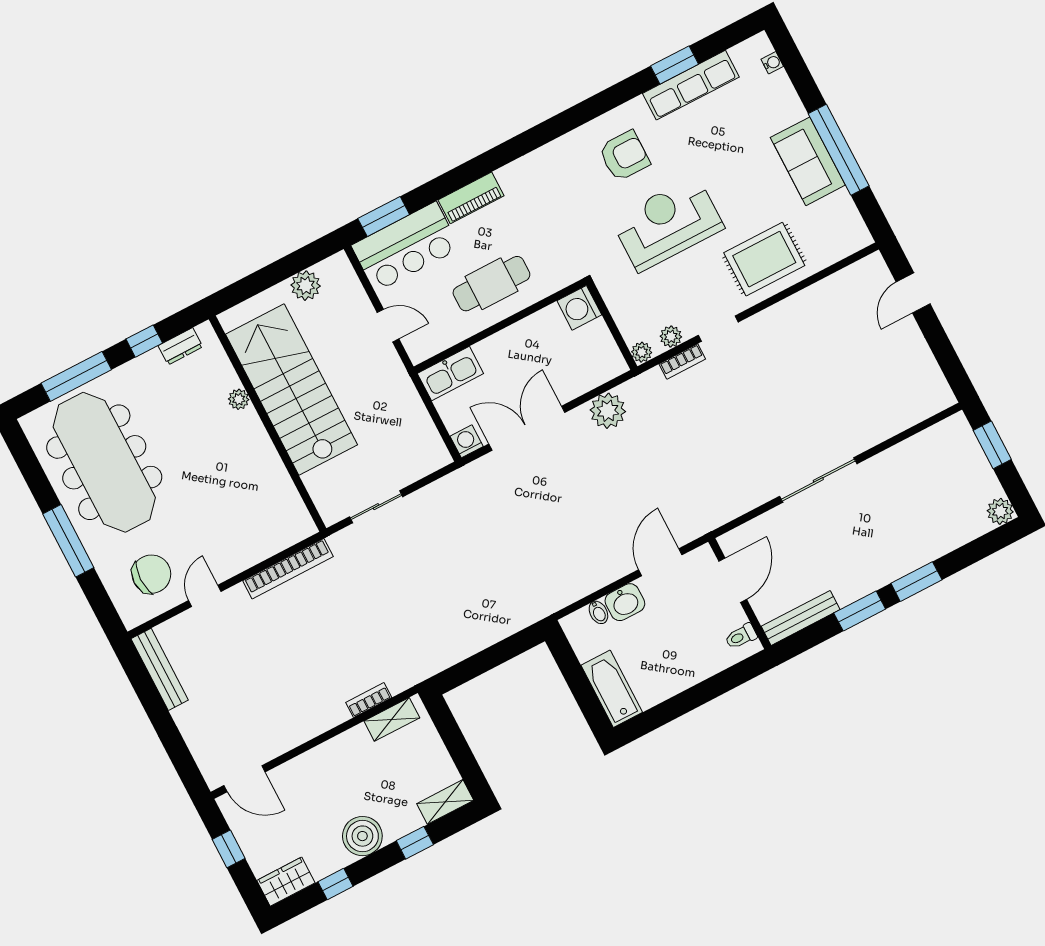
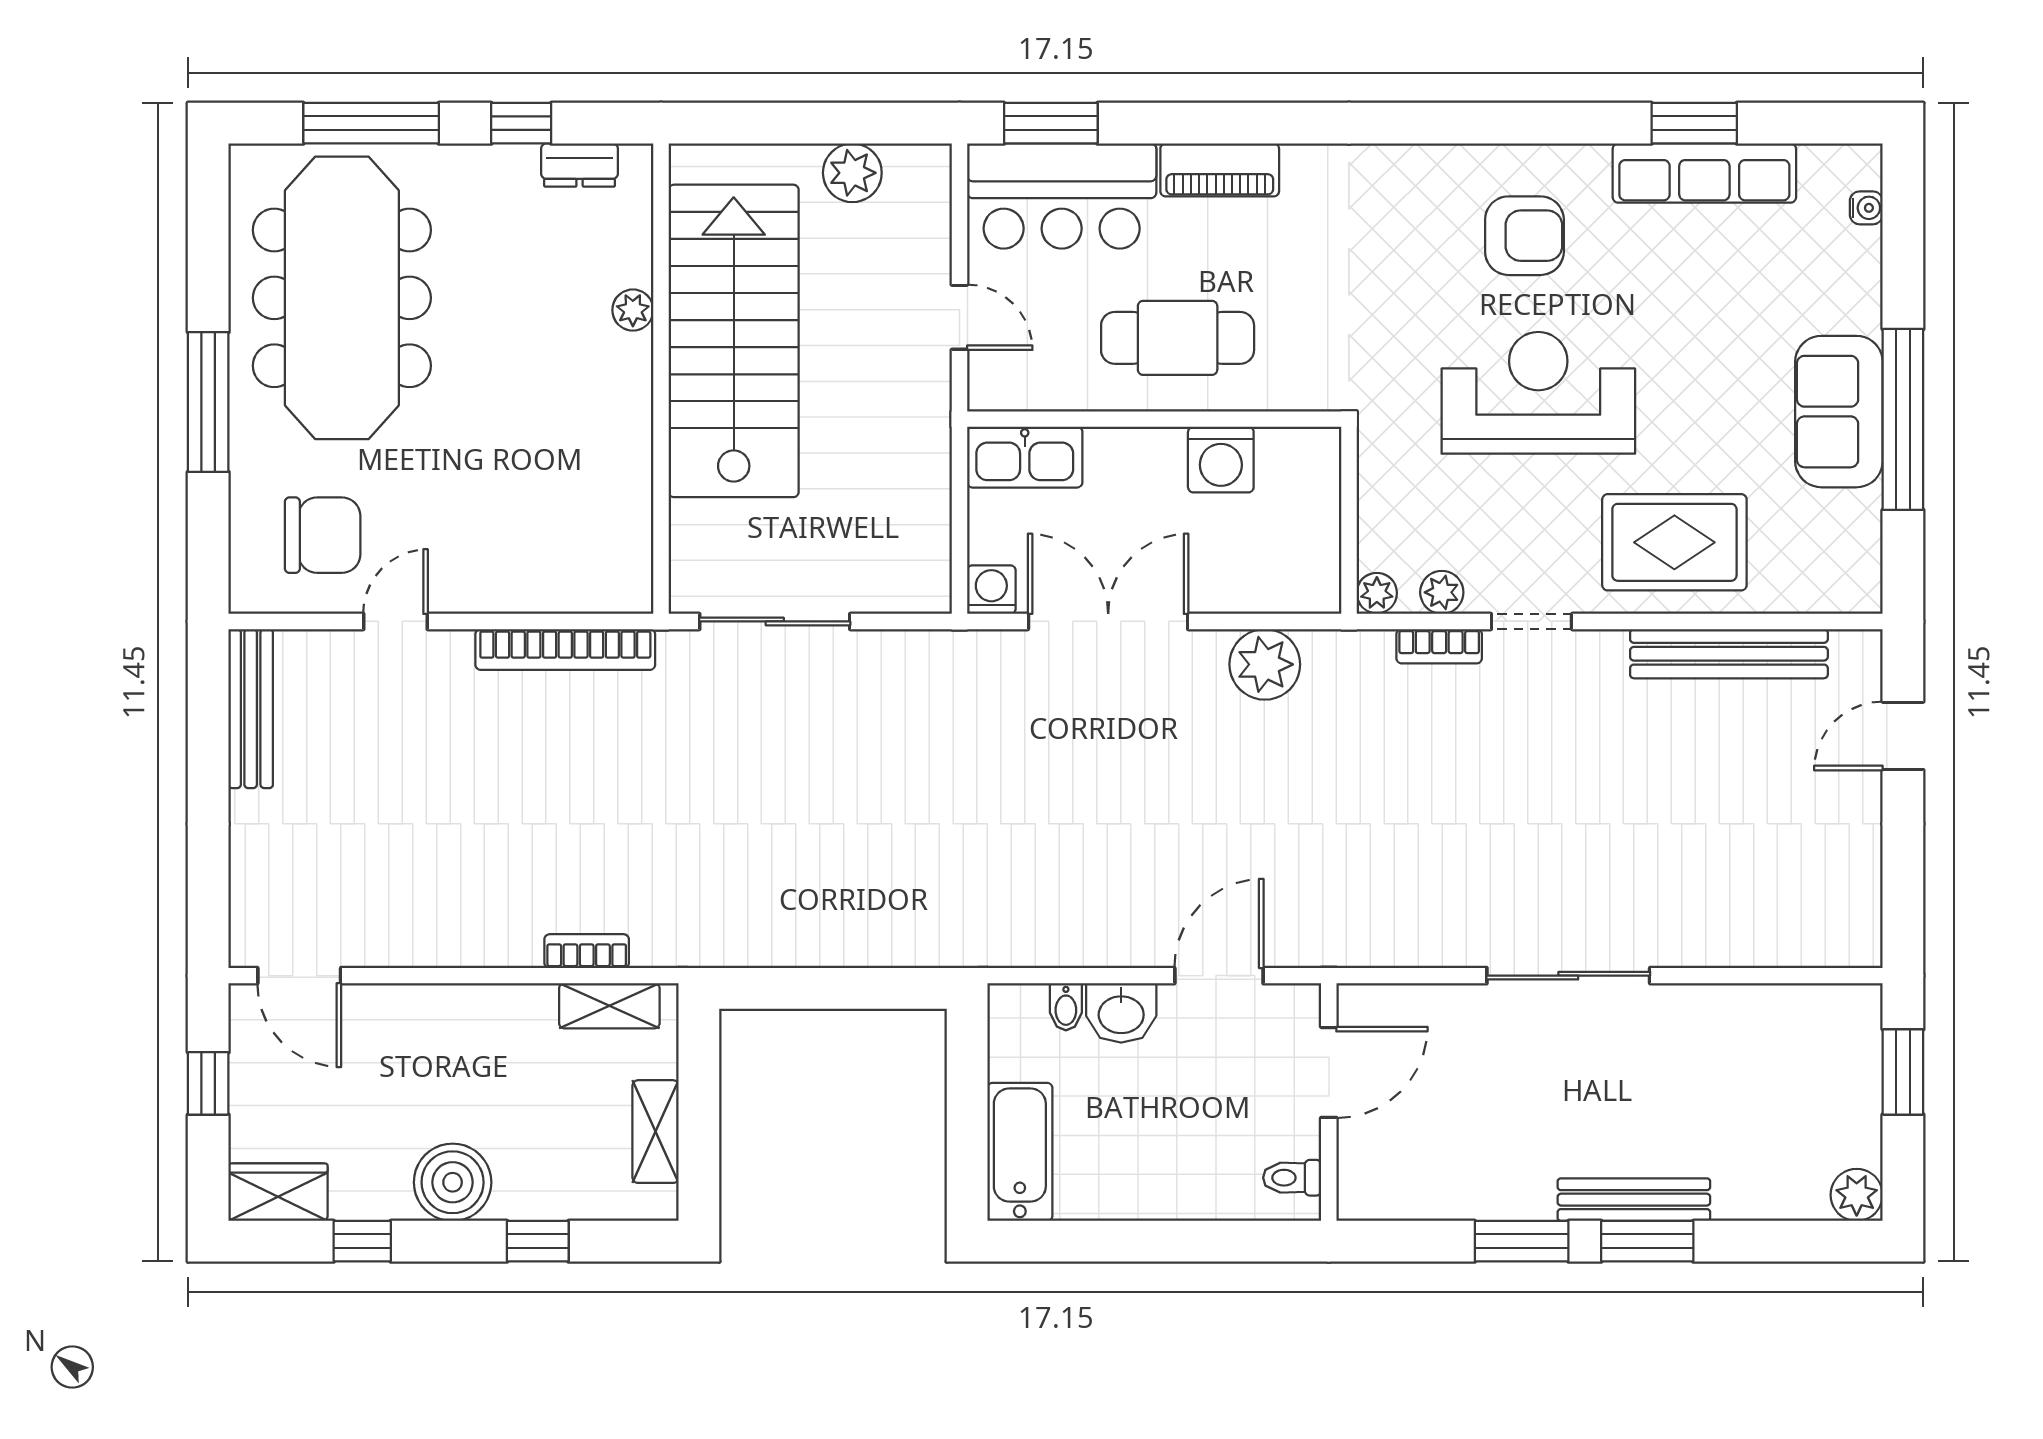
bench: (815, 297) -> (1729, 654), added
washing machine: (579, 308) -> (1221, 460), moved, turned -90
sliding door: (376, 507) -> (775, 621), width x1.37
bench: (801, 618) -> (1634, 1200), moved
shelving: (445, 802) -> (656, 1132), moved, turned 90

